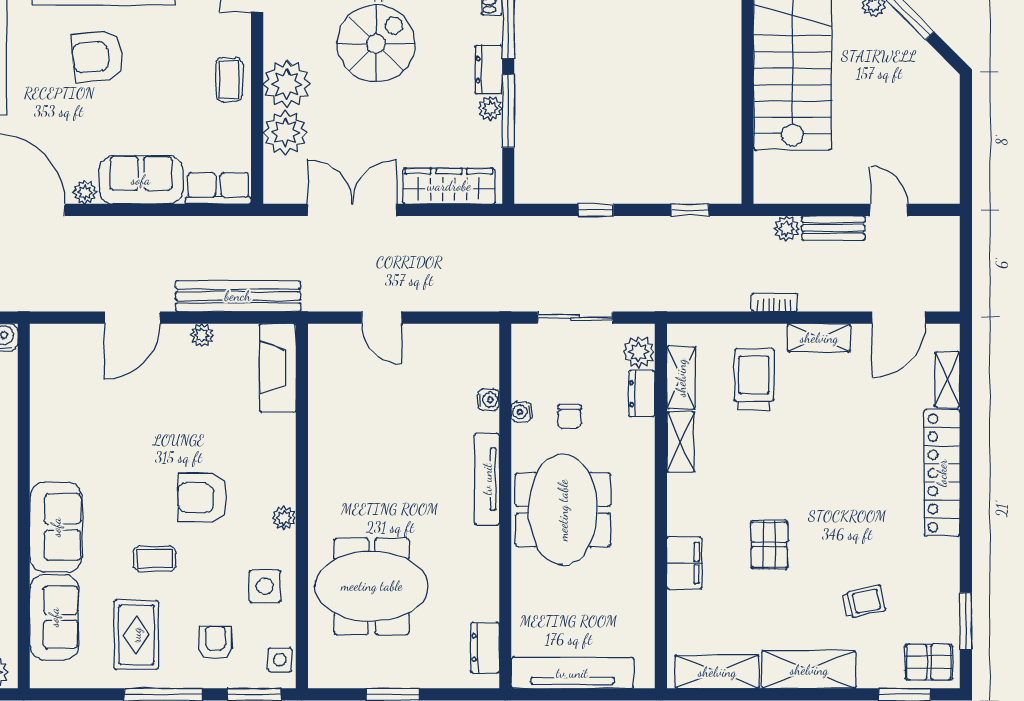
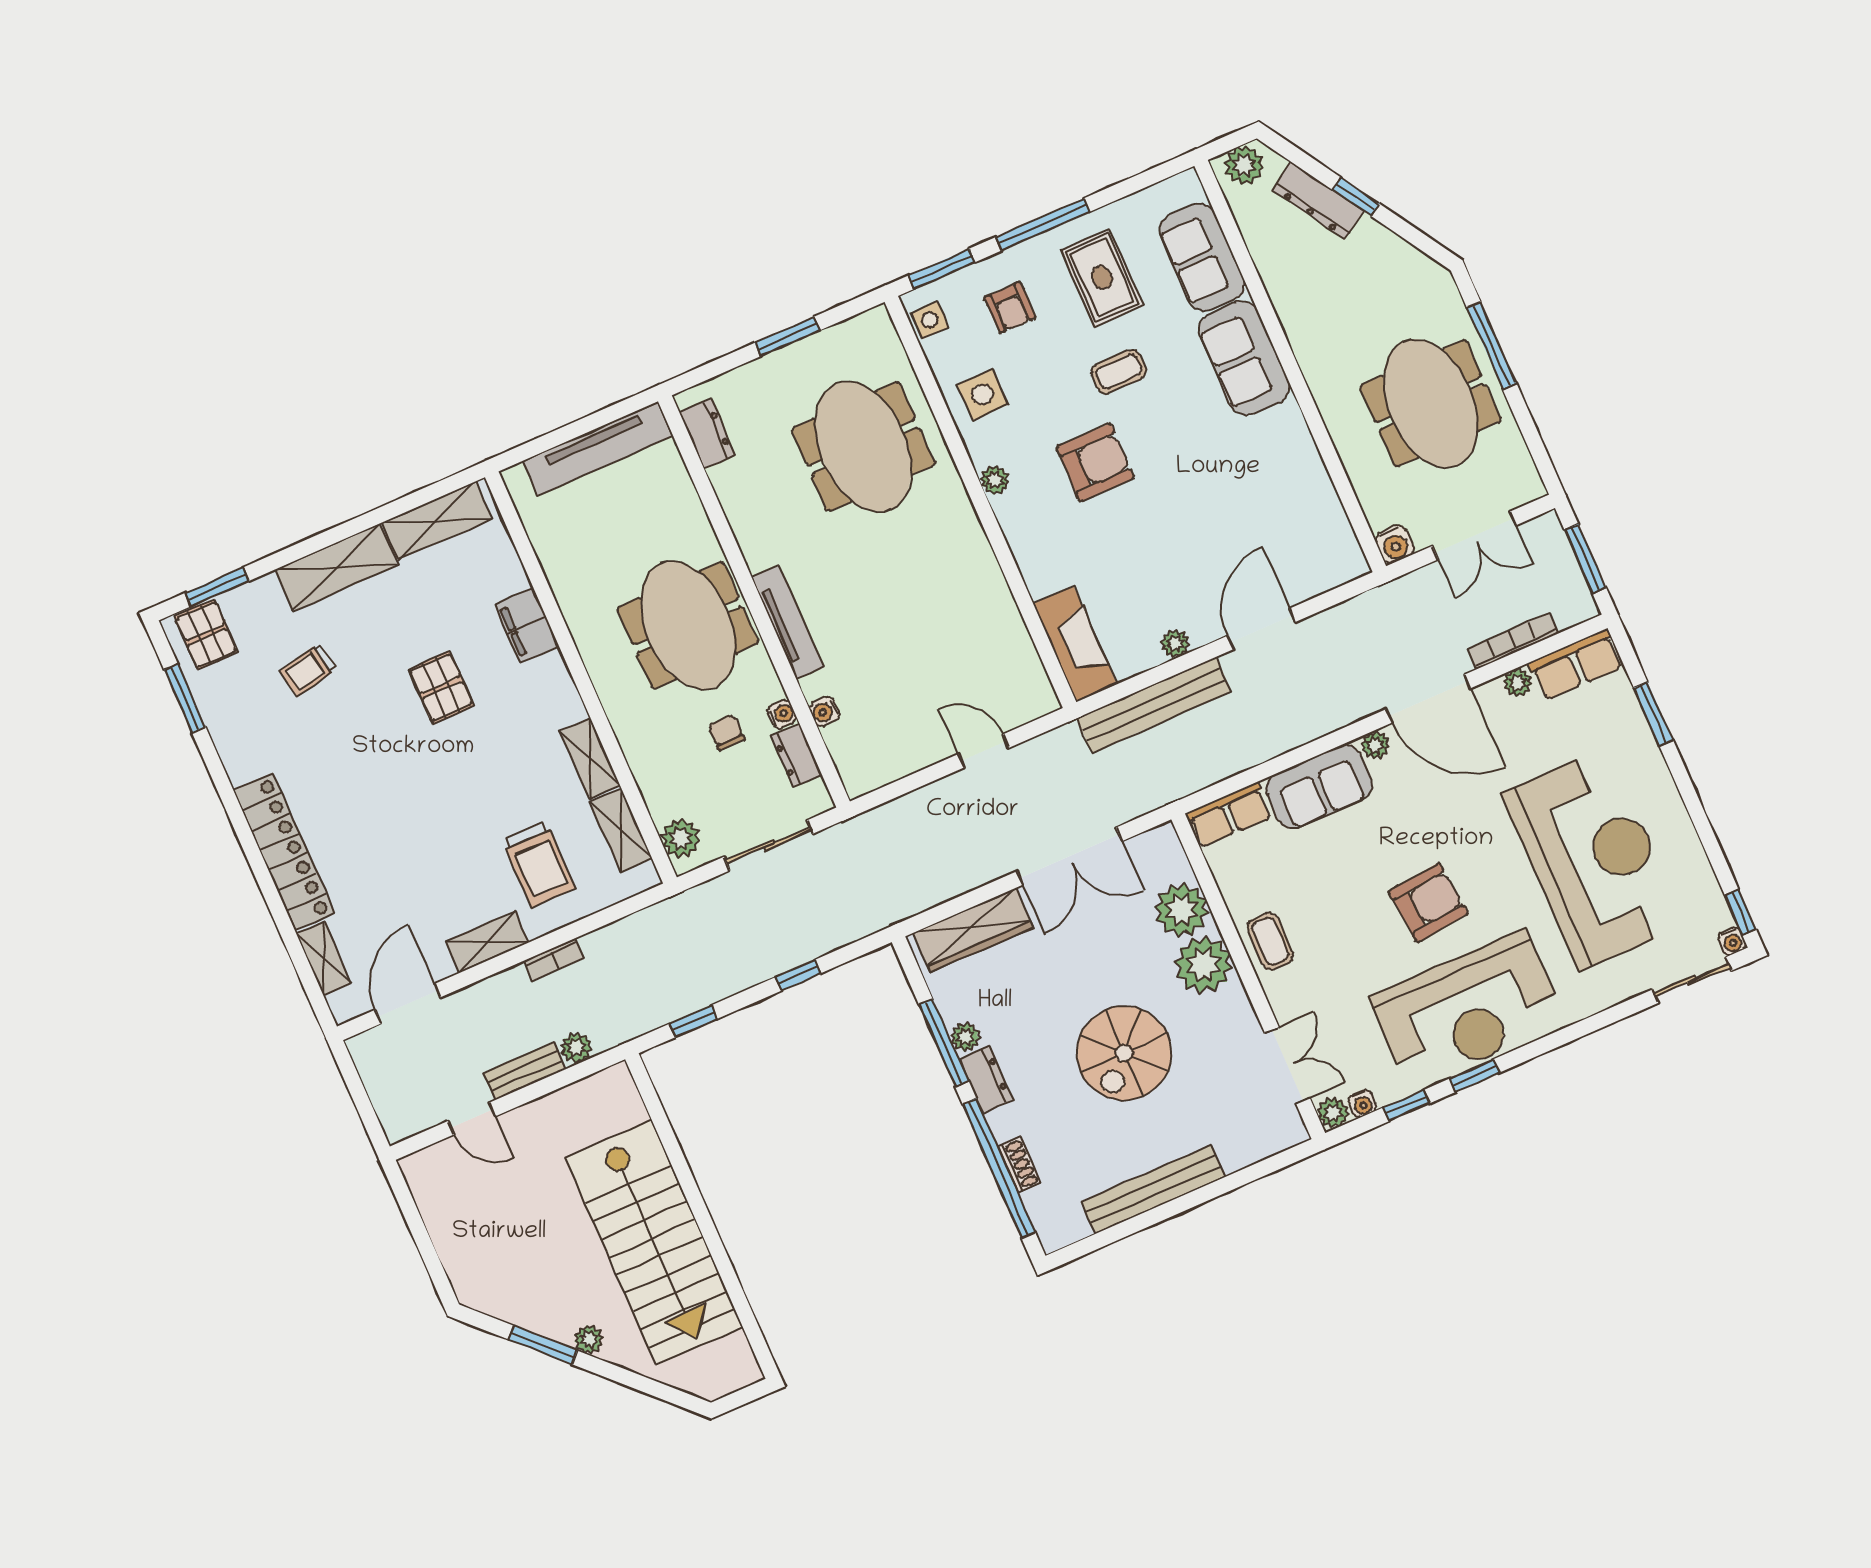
dresser: (642, 394) -> (796, 755), moved, turned 180
meeting table: (372, 586) -> (863, 447), turned 90
pallet: (929, 662) -> (206, 635), turned 90

